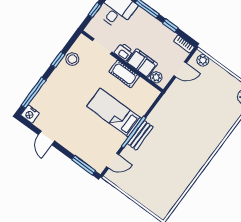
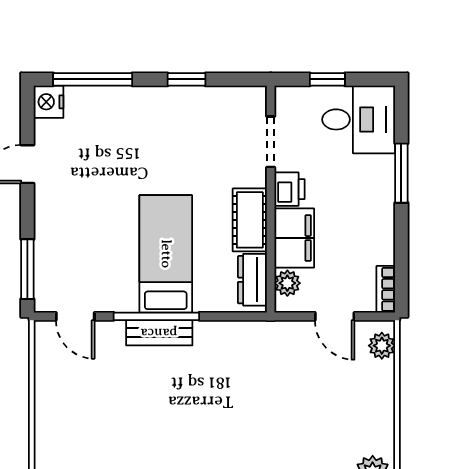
window: (170, 26) -> (401, 239), removed
stool: (72, 59) -> (207, 105), removed
dresser: (146, 89) -> (252, 280), added

